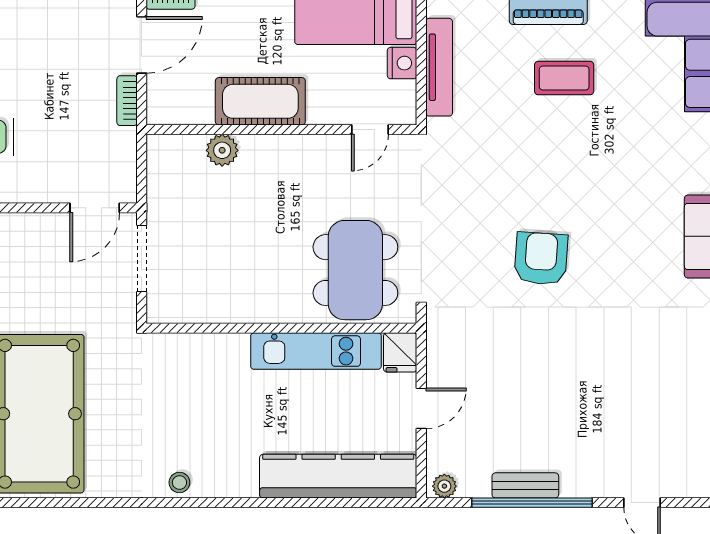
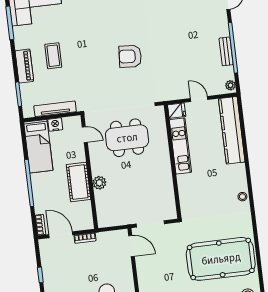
plant: (222, 150) -> (99, 183), moved
dining table: (355, 270) -> (127, 138), moved

